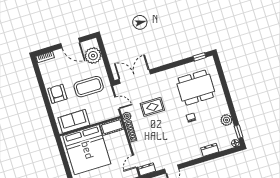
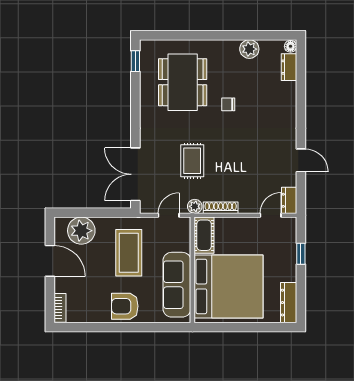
door: (70, 43) -> (50, 261), hinge flipped
sofa: (74, 121) -> (177, 285), width x1.36
window: (239, 132) -> (274, 35), removed
dresser: (210, 150) -> (289, 67), moved
door: (135, 161) -> (271, 215), swing flipped

